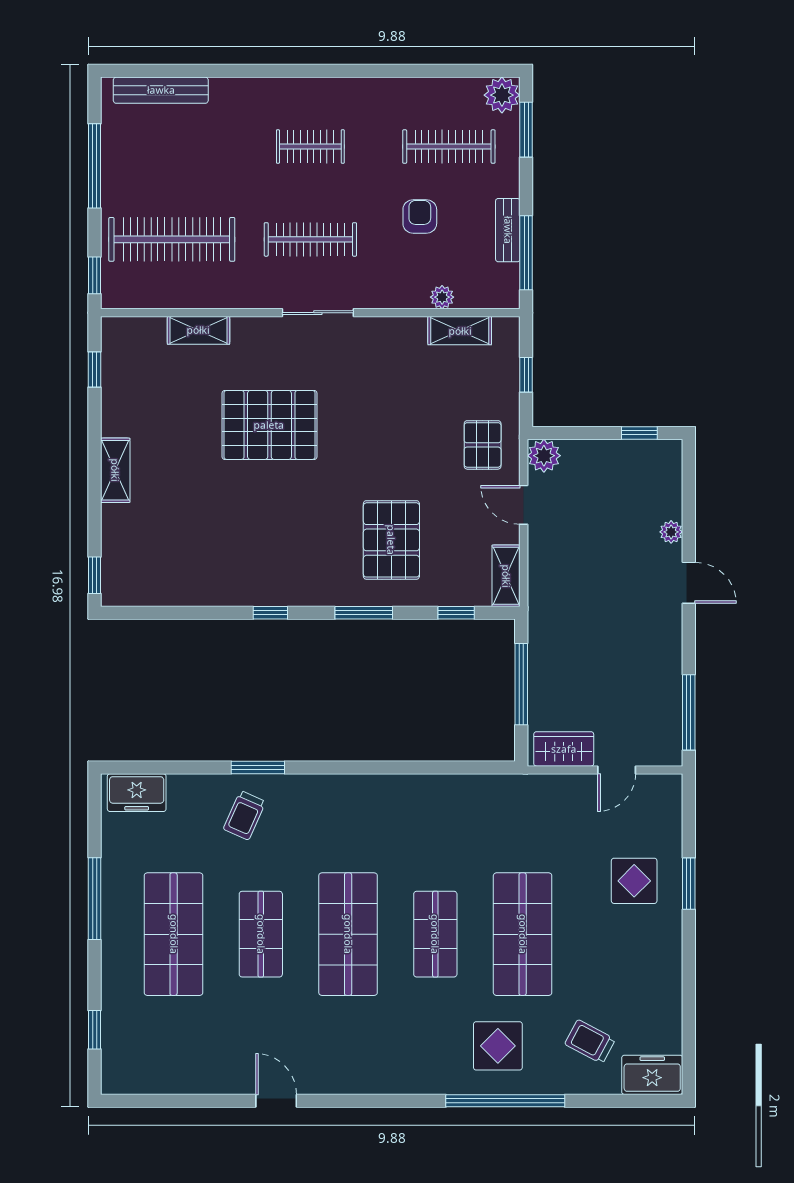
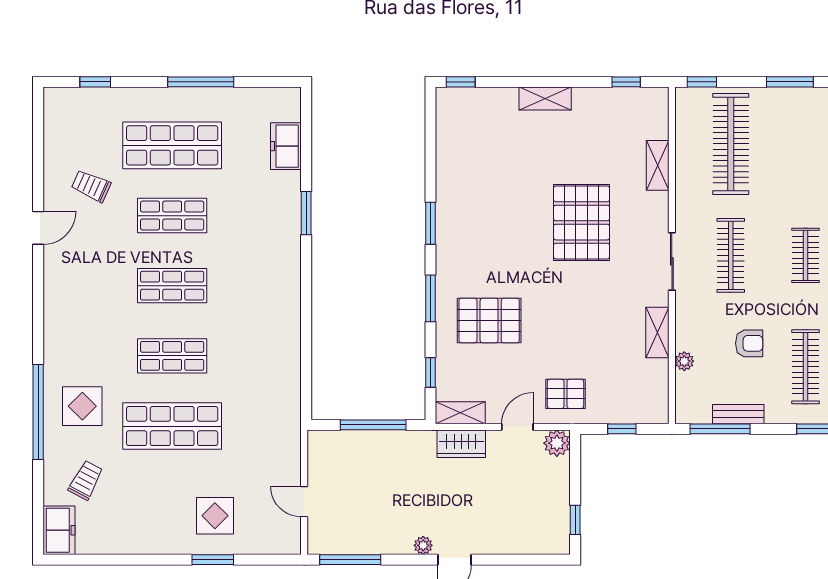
window: (95, 166) -> (790, 82), width x0.69
shelving: (460, 331) -> (657, 332), moved
plant: (671, 532) -> (423, 545), moved
window: (270, 613) -> (431, 223), width x1.50
wardrobe: (564, 749) -> (461, 444), moved, turned 90
freezer: (137, 793) -> (286, 146), moved
trolley: (244, 815) -> (91, 186), moved
shop shelf: (348, 934) -> (172, 286), width x0.70, depth x0.74

